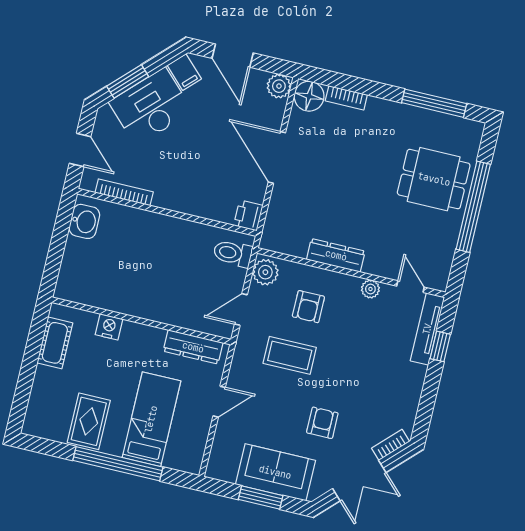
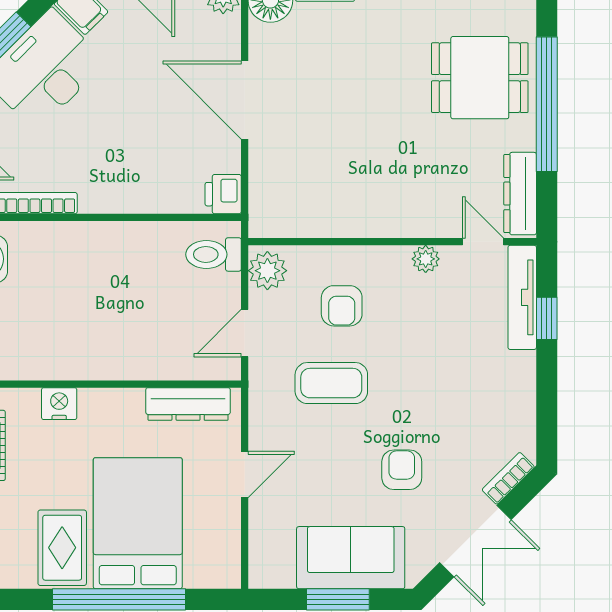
dresser: (336, 255) -> (520, 194), moved, turned -90
bed: (151, 419) -> (138, 523), width x1.50

